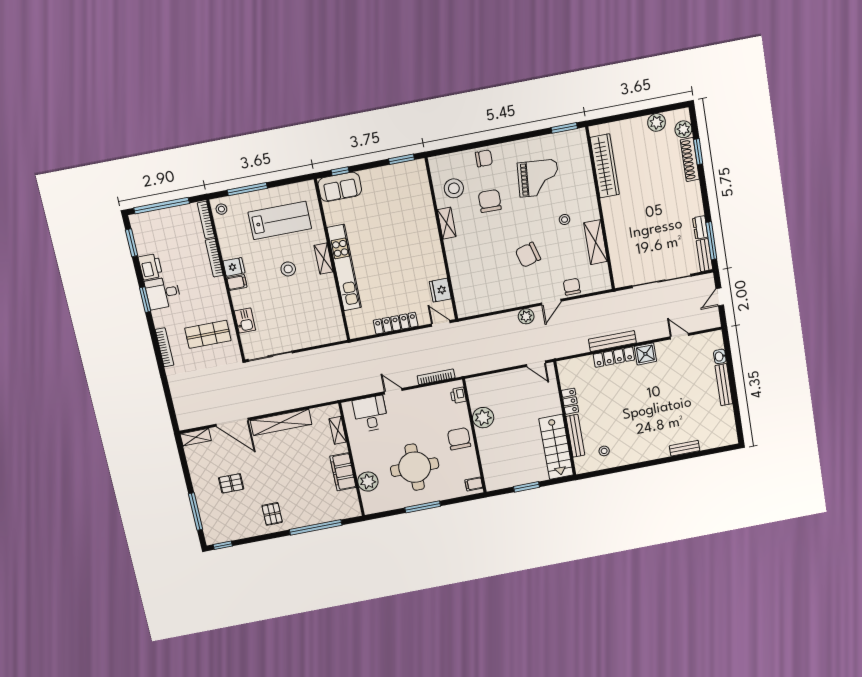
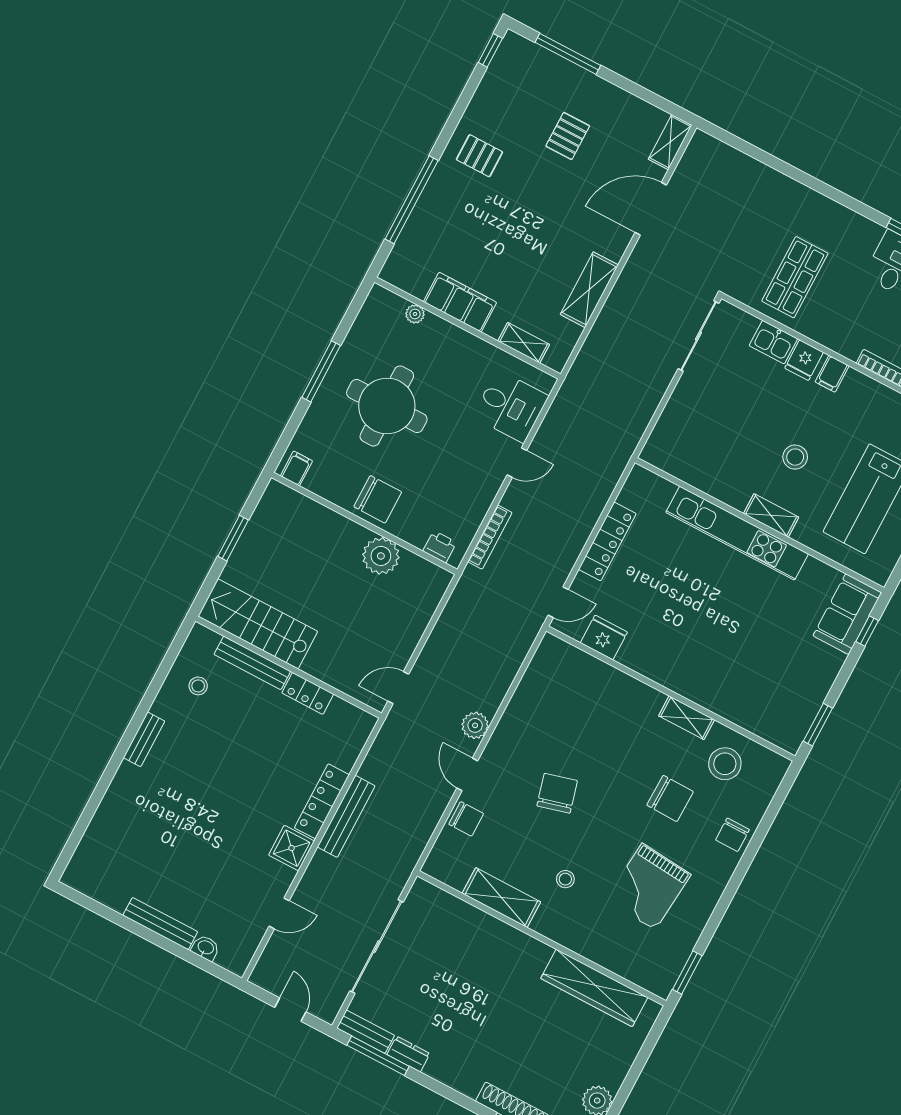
fridge: (234, 267) -> (804, 360), moved
bookcase: (165, 347) -> (824, 204), removed
shelving: (281, 422) -> (589, 290), width x0.68
bench: (685, 448) -> (144, 739), moved
plant: (368, 482) -> (415, 314), width x0.53, depth x0.53

